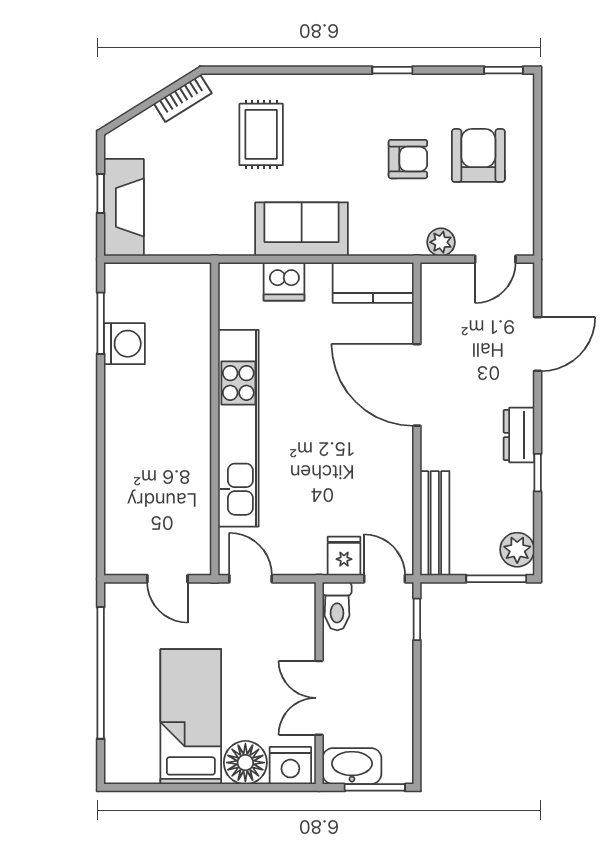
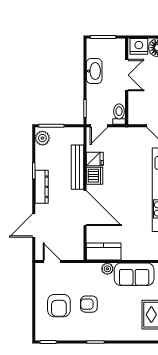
plant: (441, 242) -> (107, 269), moved
door: (495, 259) -> (52, 262), hinge flipped
dishwasher: (284, 282) -> (95, 176), moved, turned 90
dresser: (519, 435) -> (42, 187), width x1.44
bench: (435, 523) -> (77, 167), moved
fridge: (344, 556) -> (95, 159), moved, turned -90
door: (385, 579) -> (99, 126), hinge flipped
washbasin: (352, 766) -> (94, 71), moved, turned -90

